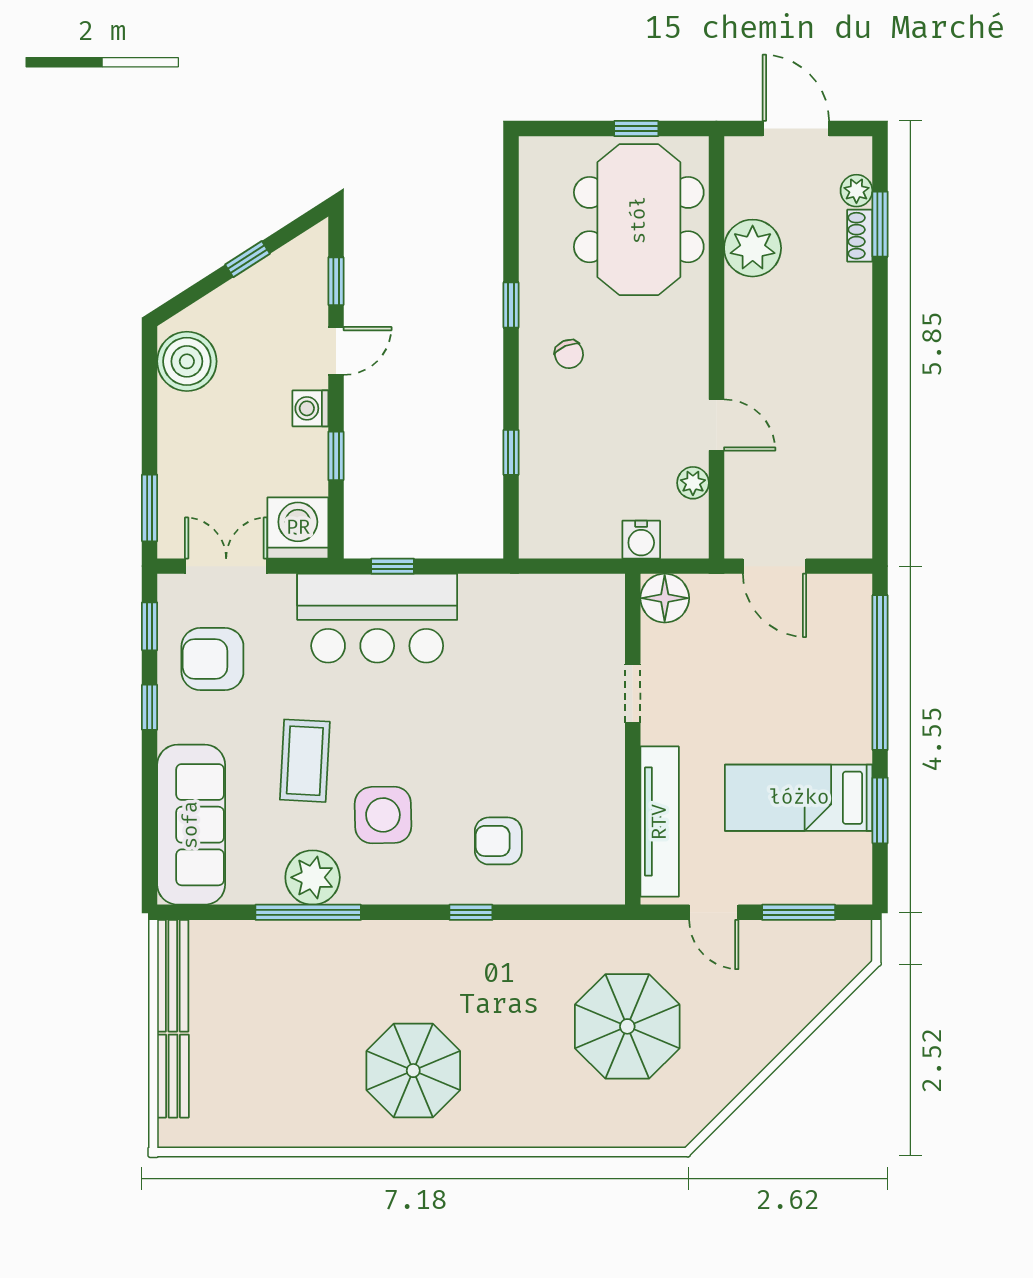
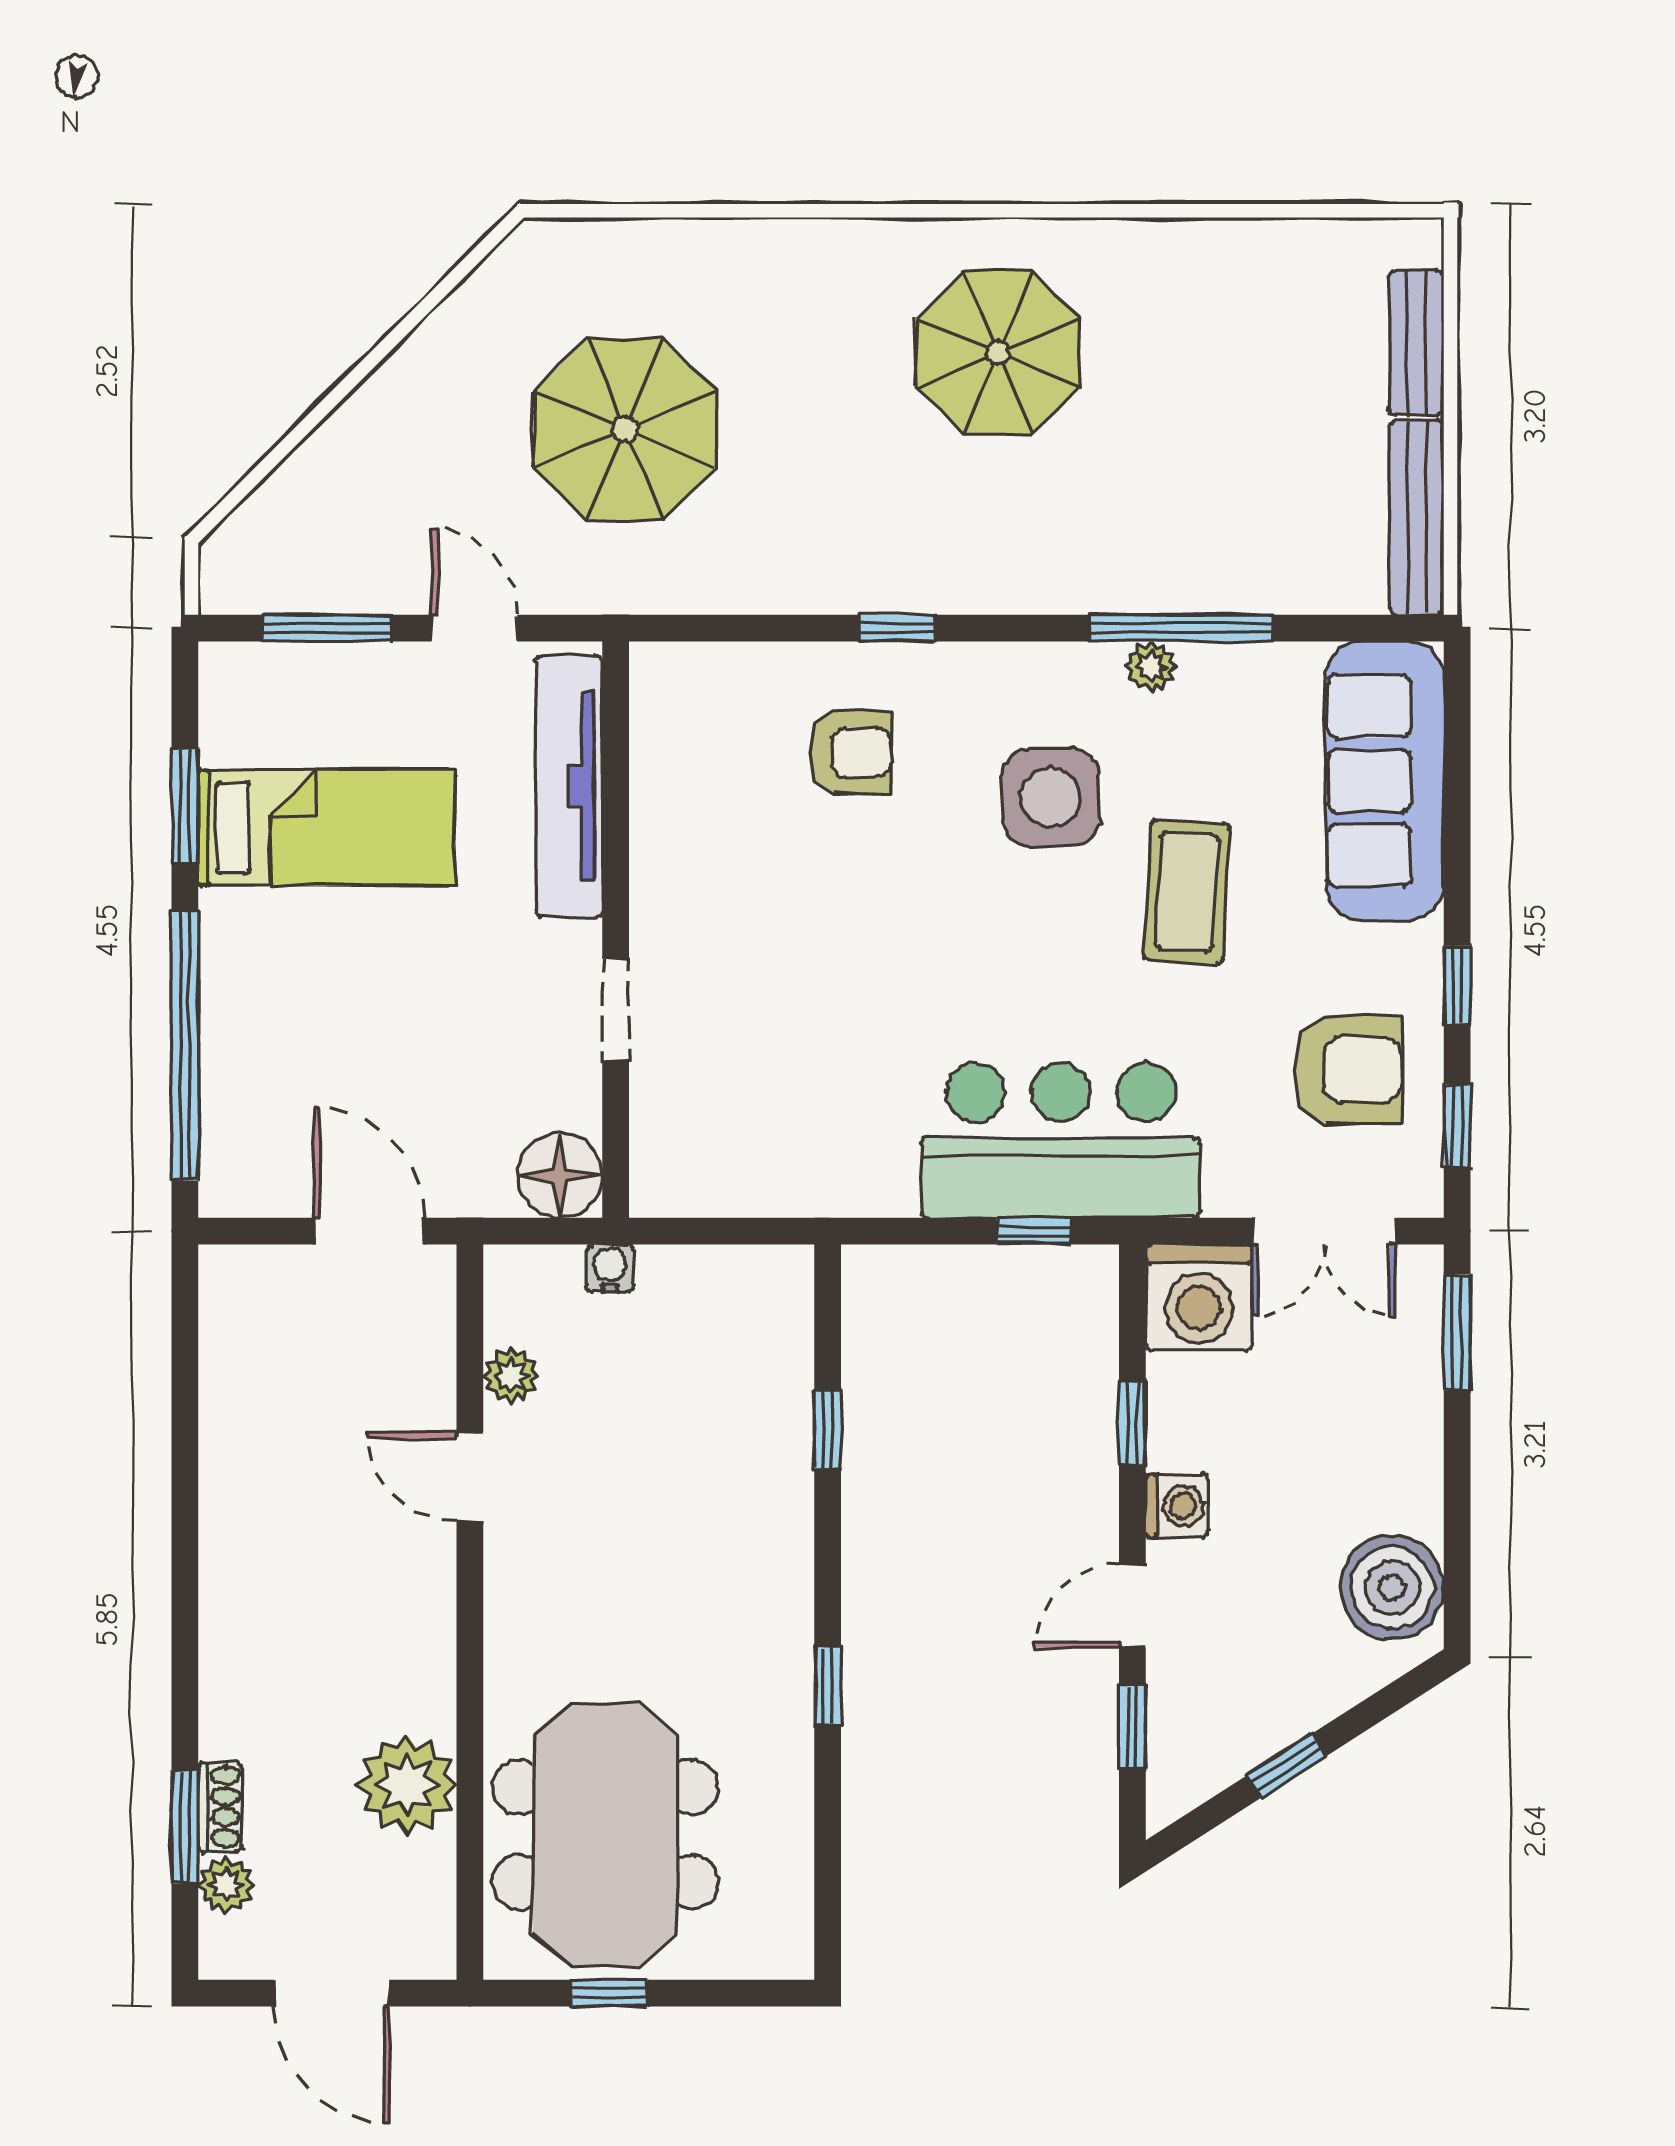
chair: (569, 354) -> (727, 1600), removed
water cooler: (641, 540) -> (610, 1268), width x0.72, depth x0.72
plant: (313, 877) -> (1151, 667), width x0.53, depth x0.53

